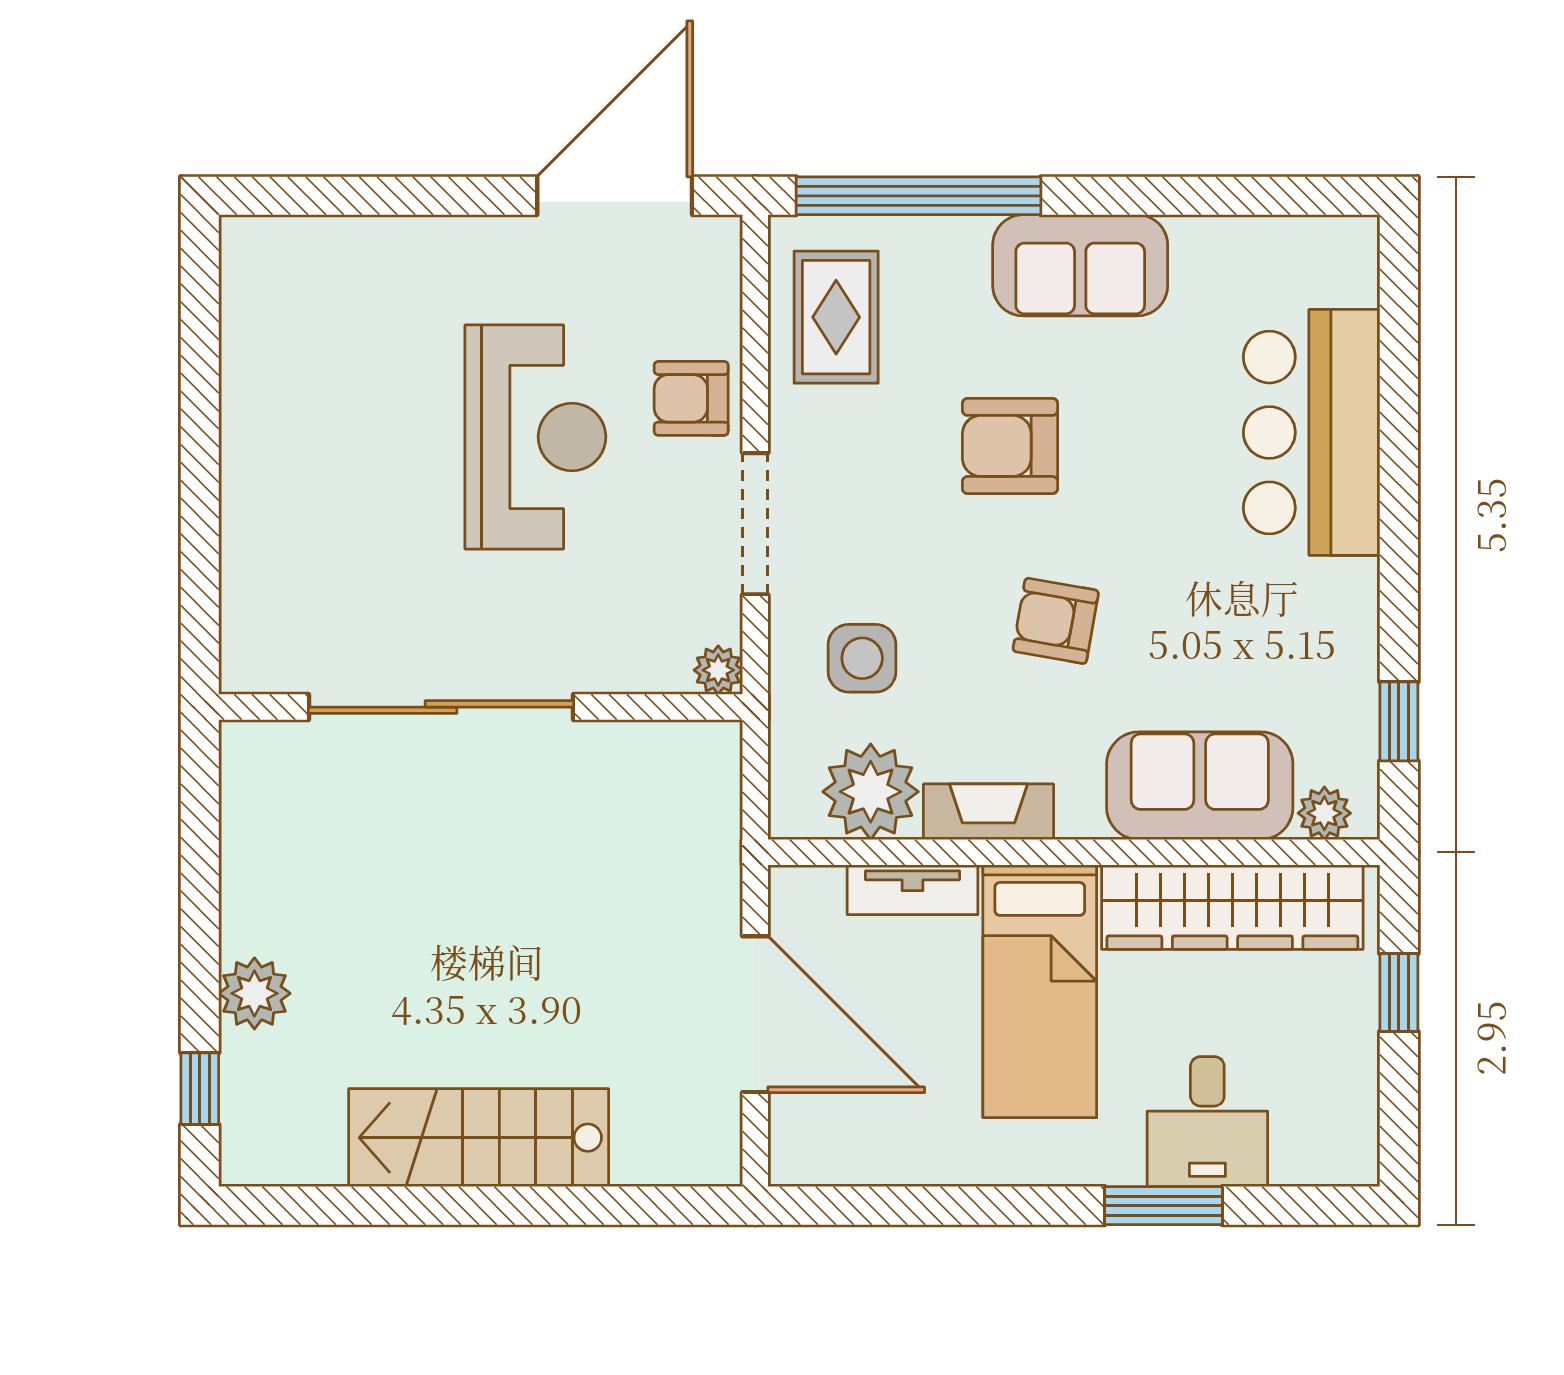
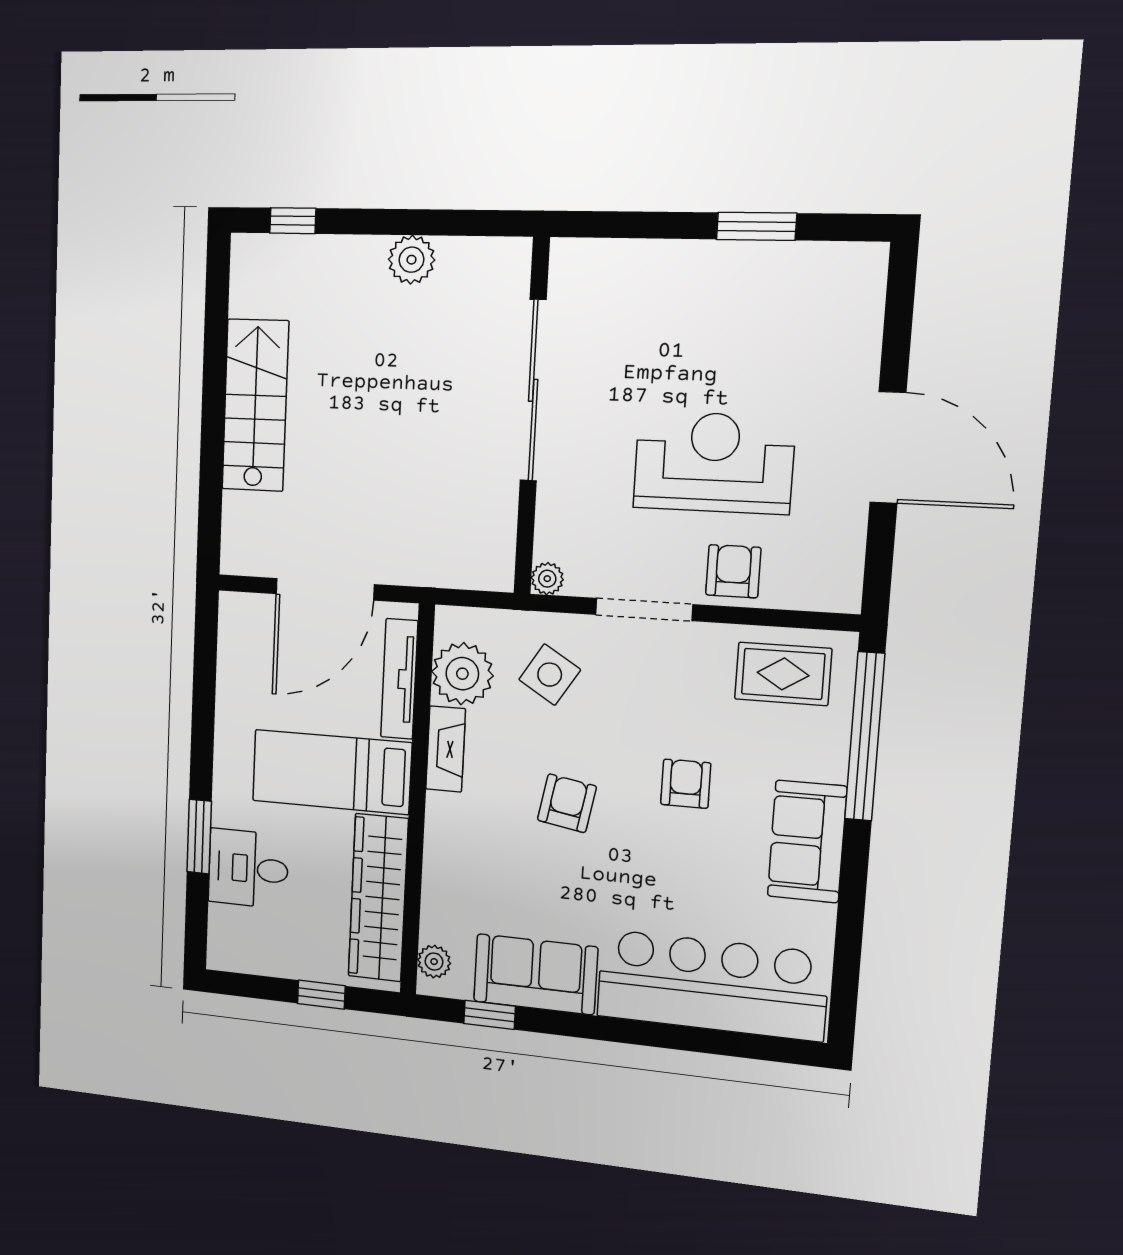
door: (615, 196) -> (888, 448), moved
window: (200, 400) -> (757, 226), added
bar counter: (1312, 432) -> (712, 985), width x1.36
reception desk: (535, 437) -> (714, 463), turned 180
armchair: (1010, 446) -> (686, 784), width x0.72, depth x0.72
side table: (862, 658) -> (550, 675), turned 32
sofa: (1200, 786) -> (535, 974), moved, turned -90
tv unit: (913, 890) -> (399, 679), width x1.41
plant: (254, 993) -> (411, 260), moved

